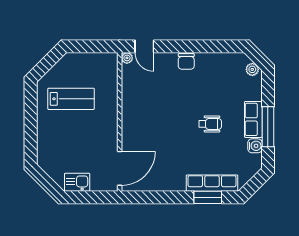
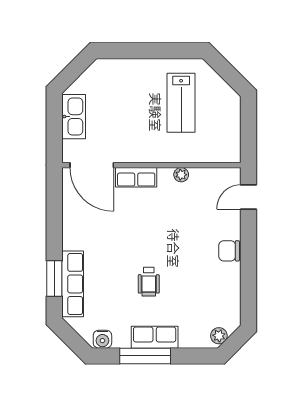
plant: (127, 58) -> (181, 175), moved
row of seats: (129, 134) -> (136, 177), added
water cooler: (255, 146) -> (102, 339), moved
kitchen sink: (77, 182) -> (74, 117), width x1.38

